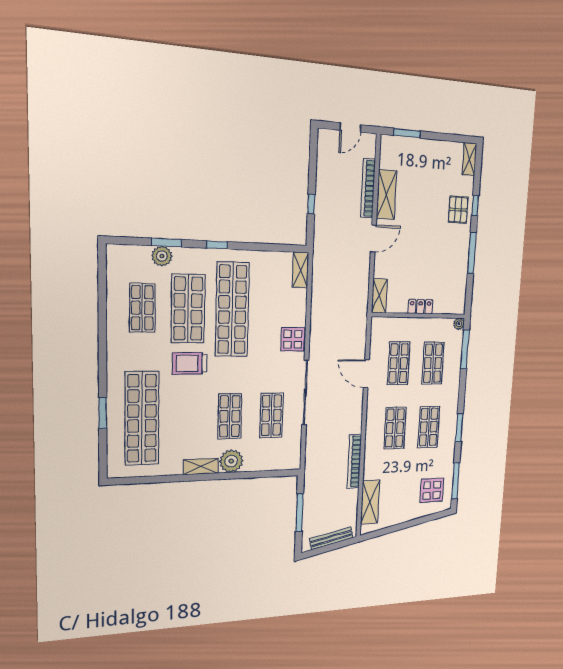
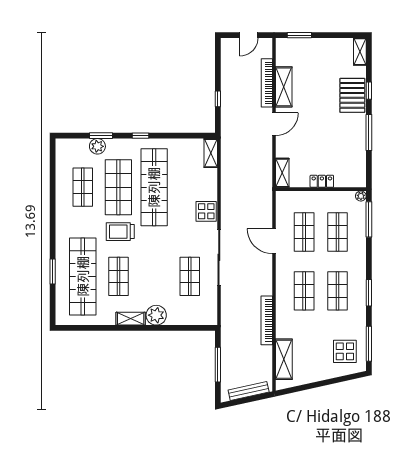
pallet: (458, 210) -> (352, 95), width x1.50, depth x1.42
shop shelf: (230, 416) -> (118, 276), moved

